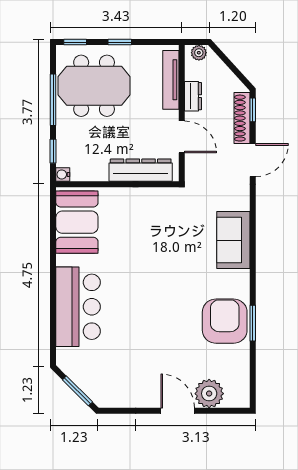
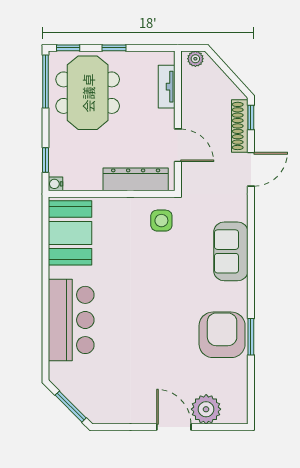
tv unit: (171, 80) -> (167, 87), width x0.71
meeting table: (94, 86) -> (88, 93), turned 90
dresser: (193, 96) -> (189, 103), removed
window: (53, 100) -> (45, 82), moved
side table: (166, 210) -> (161, 221), added

